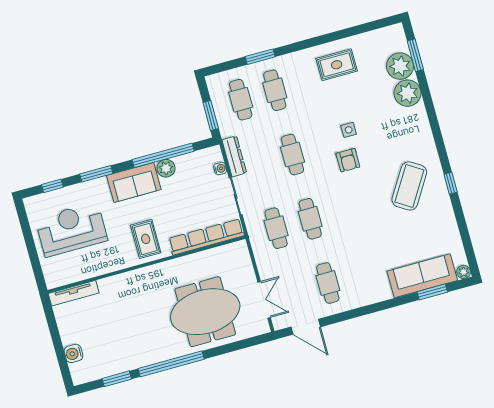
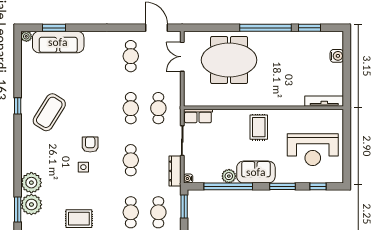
water cooler: (220, 169) -> (188, 179), moved
row of seats: (206, 237) -> (198, 116), width x0.50

